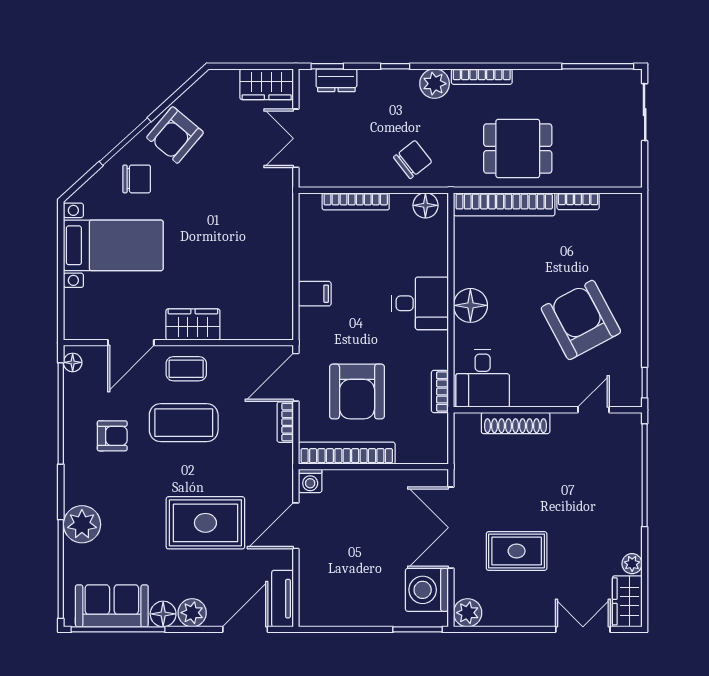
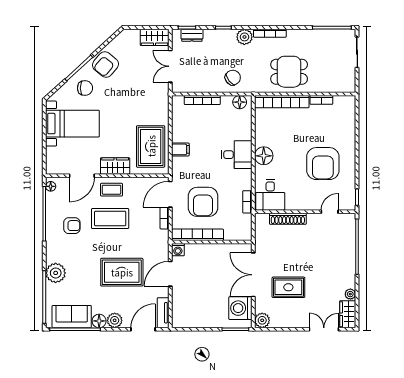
rug: (259, 288) -> (151, 146), added
armchair: (581, 320) -> (323, 164), turned -152

